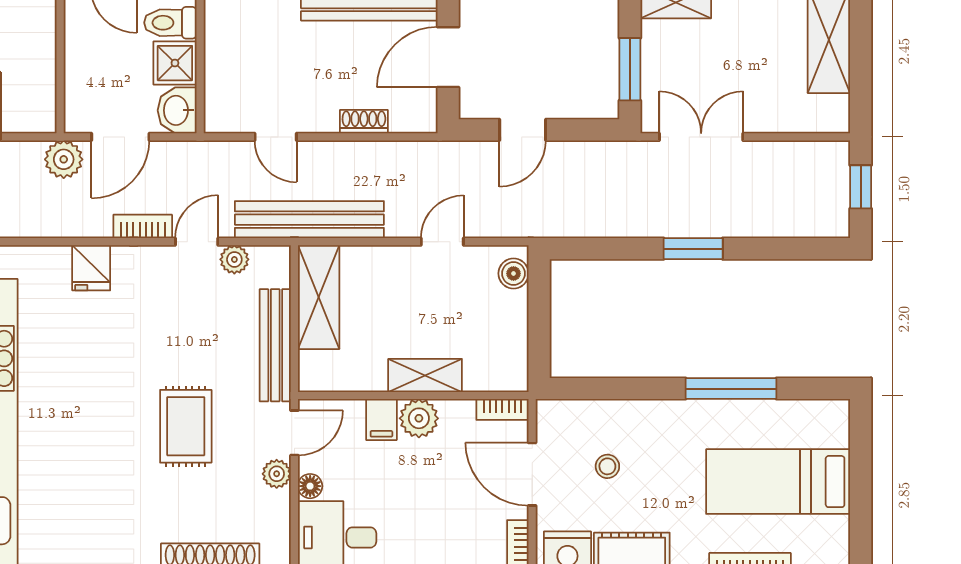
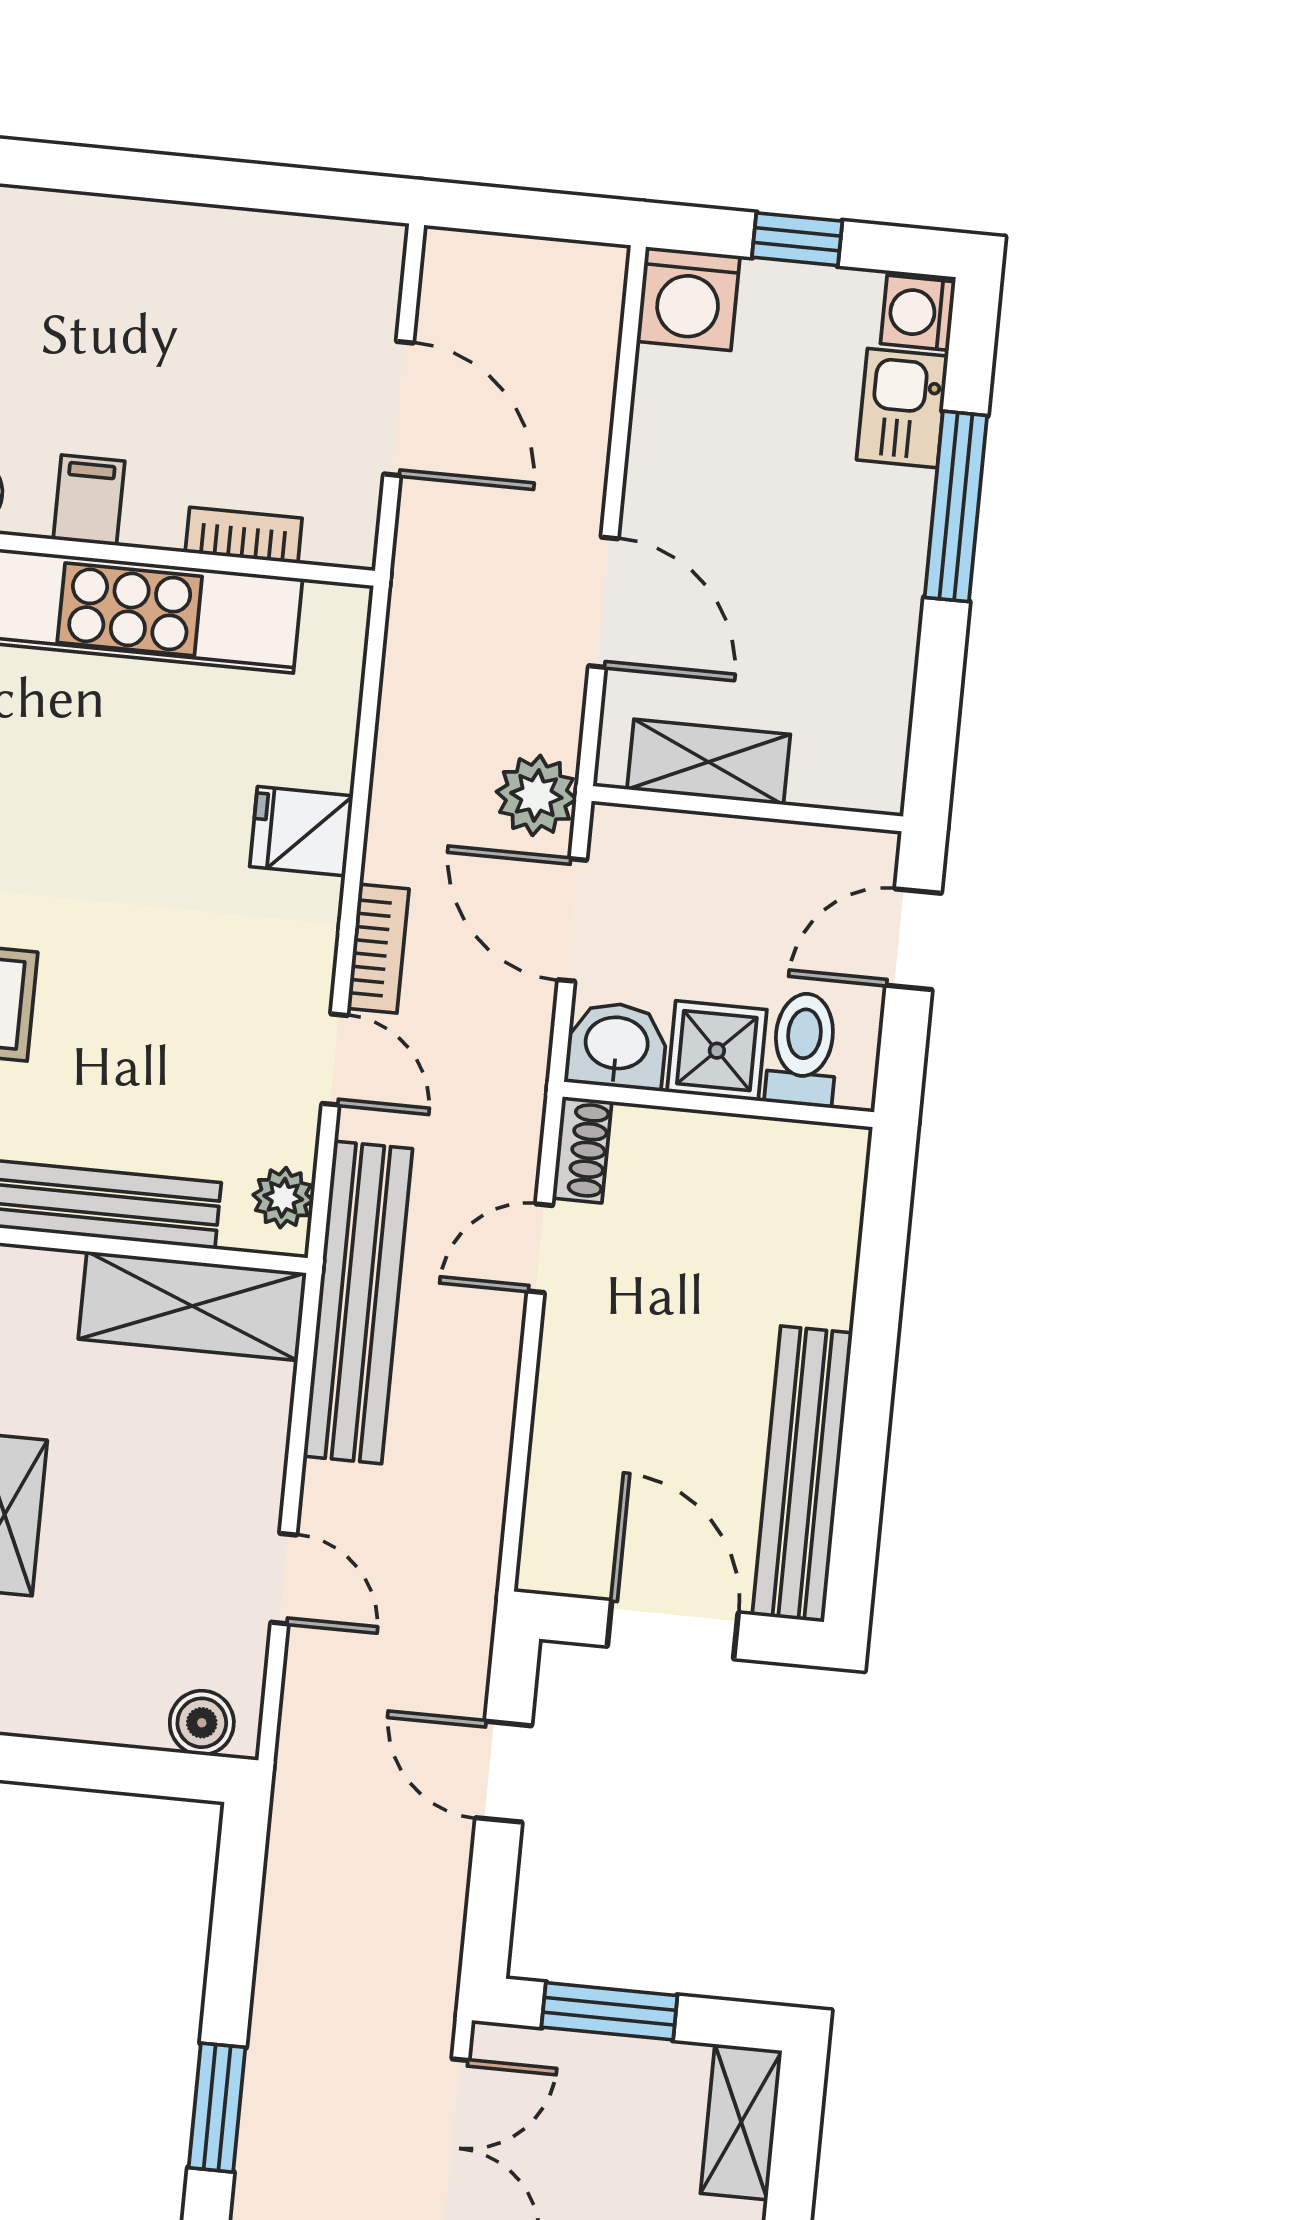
shelving: (40, 80) -> (709, 762), added
shoe rack: (364, 122) -> (582, 1150), moved
plant: (234, 259) -> (283, 1198), moved

